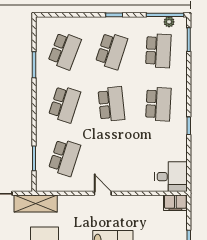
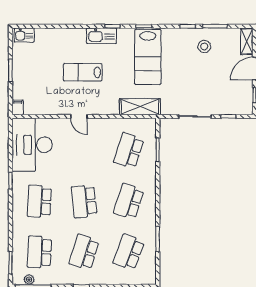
desk: (171, 177) -> (32, 145), width x1.87, depth x1.30
door: (103, 193) -> (79, 116), moved
filing cabinet: (175, 203) -> (18, 107), width x0.50
shelving: (36, 204) -> (140, 107), moved

